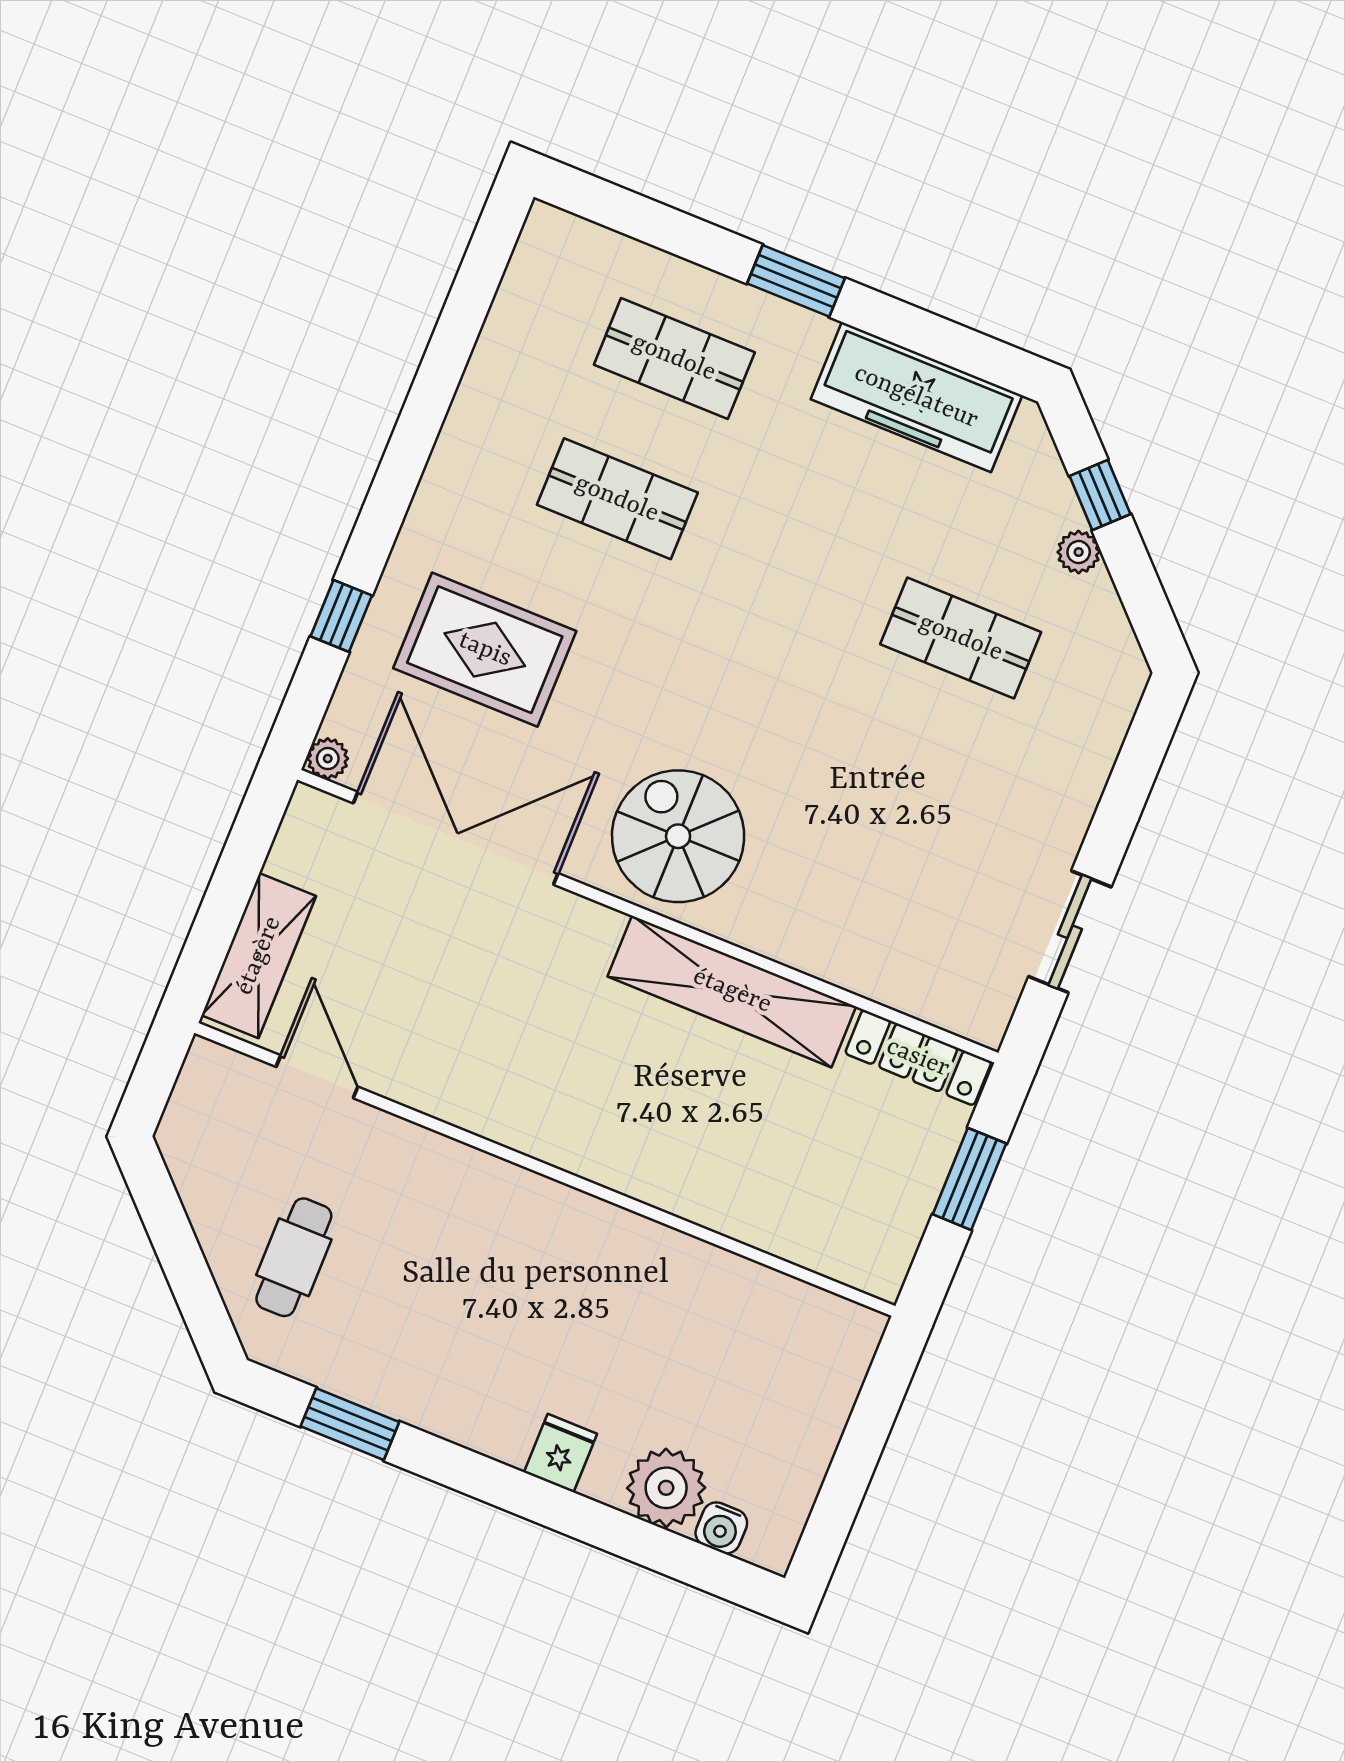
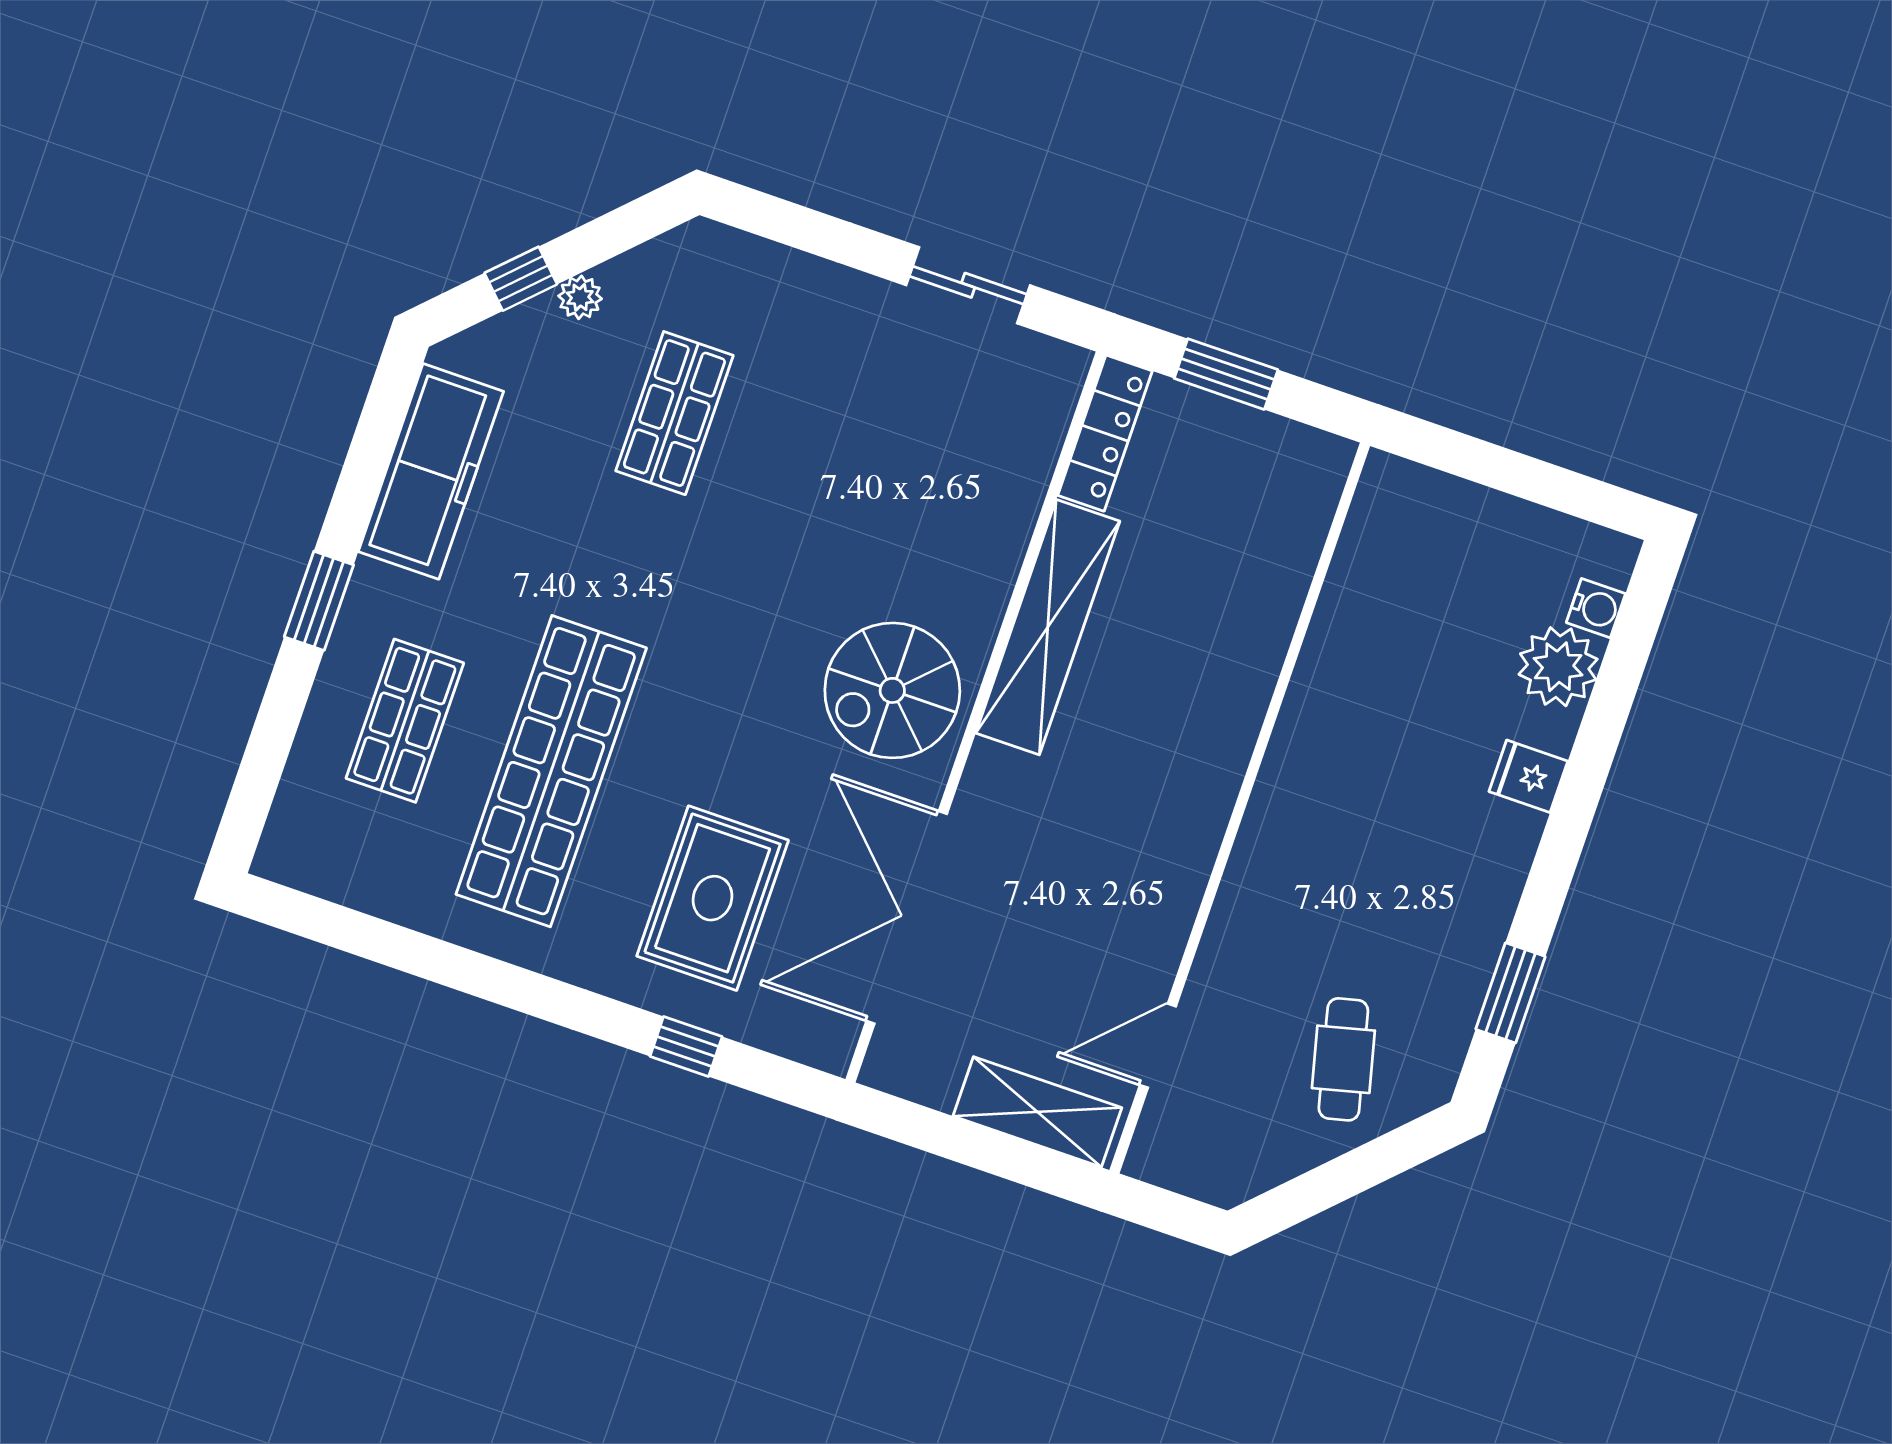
shop shelf: (617, 499) -> (551, 771), width x2.00, depth x1.36
plant: (328, 759) -> (832, 1052), removed
cafe table: (294, 1257) -> (1343, 1059), turned 76

